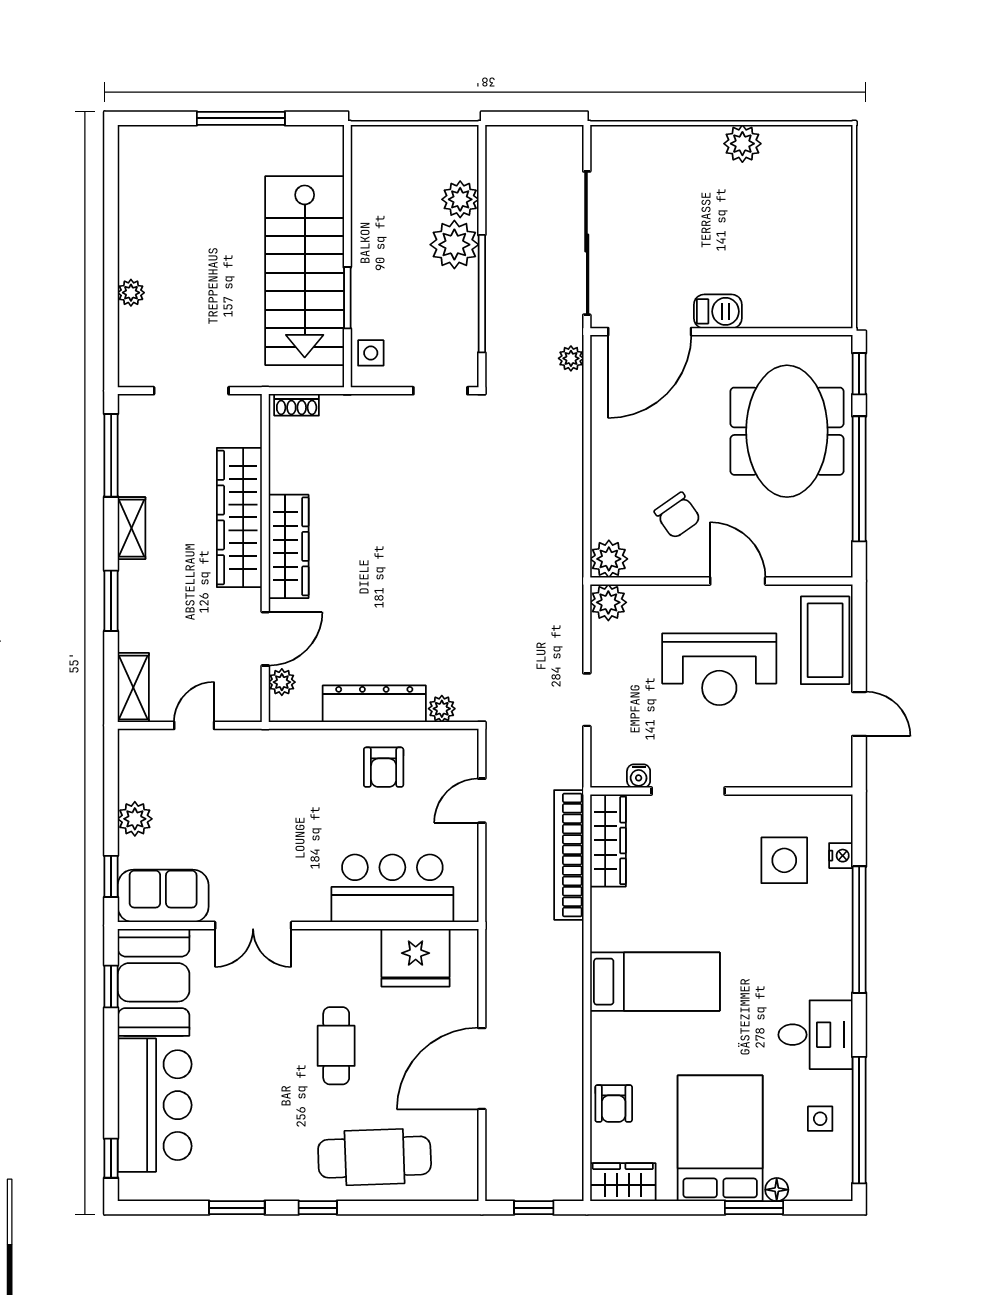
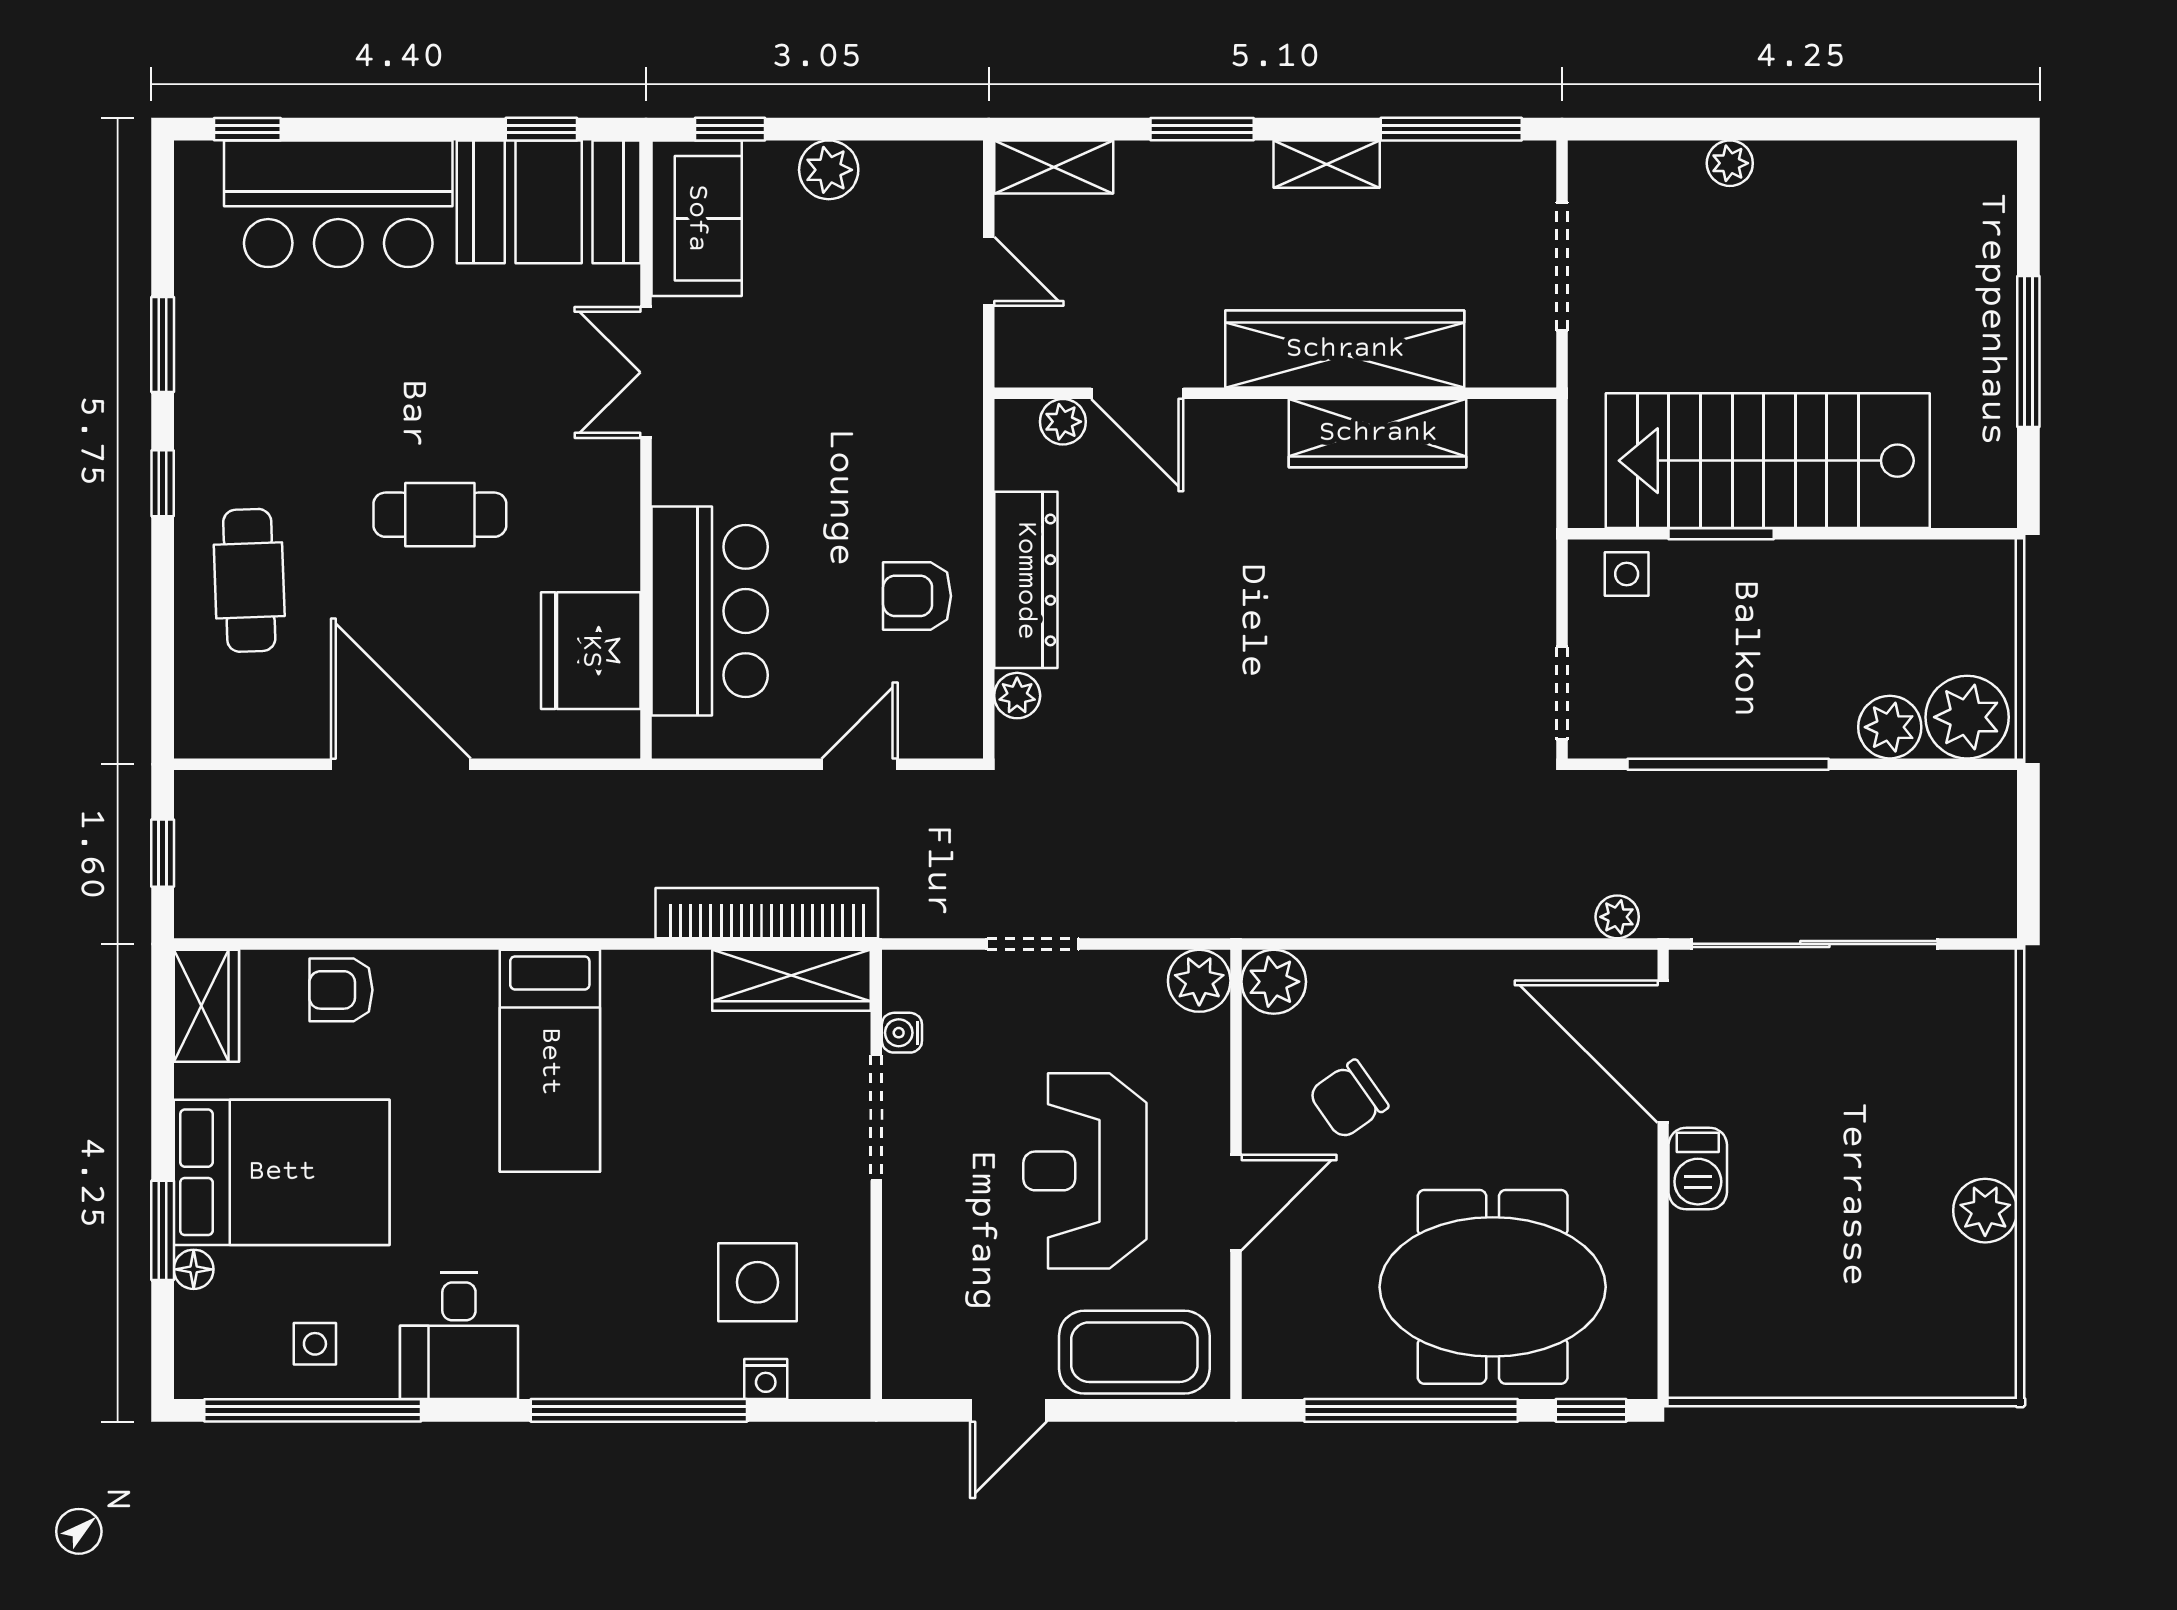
plant: (454, 245) -> (1967, 717), moved
shoe rack: (297, 405) -> (1538, 447), removed
wardrobe: (289, 546) -> (1378, 433), moved
door: (482, 801) -> (860, 764), hinge flipped
cafe table: (375, 1157) -> (249, 580), width x0.73, depth x0.74

